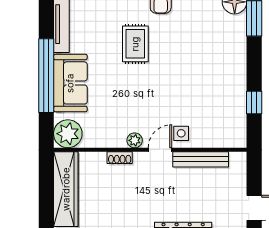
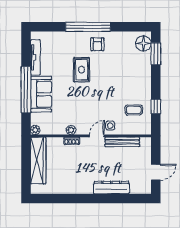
coffee table: (219, 108) -> (134, 110), added
plant: (68, 134) -> (35, 130), width x0.53, depth x0.53
plant: (135, 140) -> (71, 130), moved

